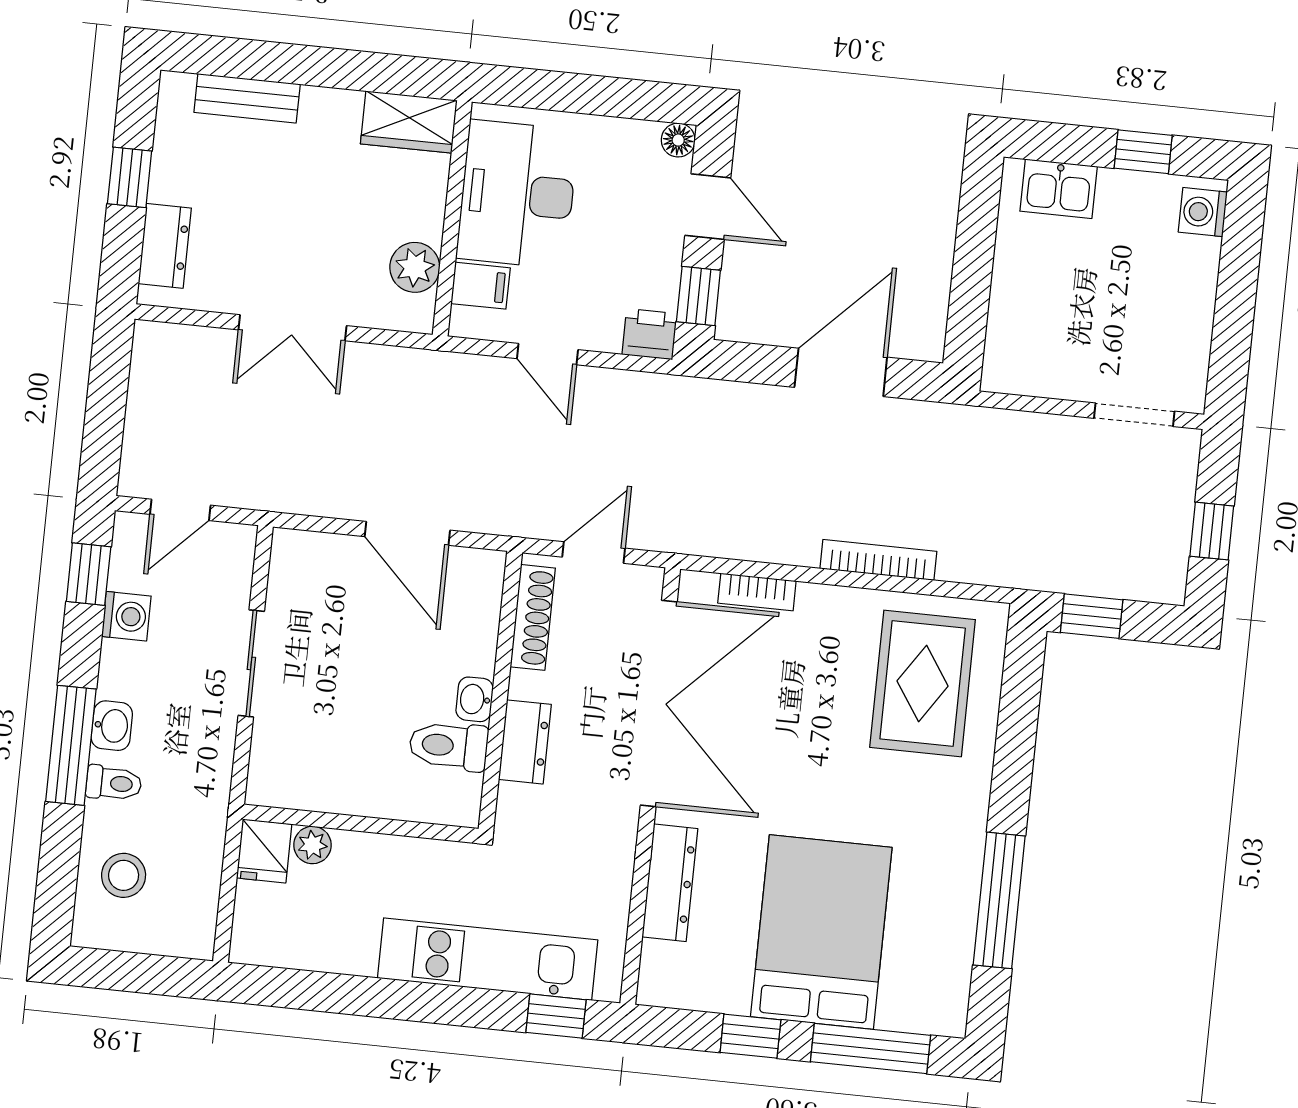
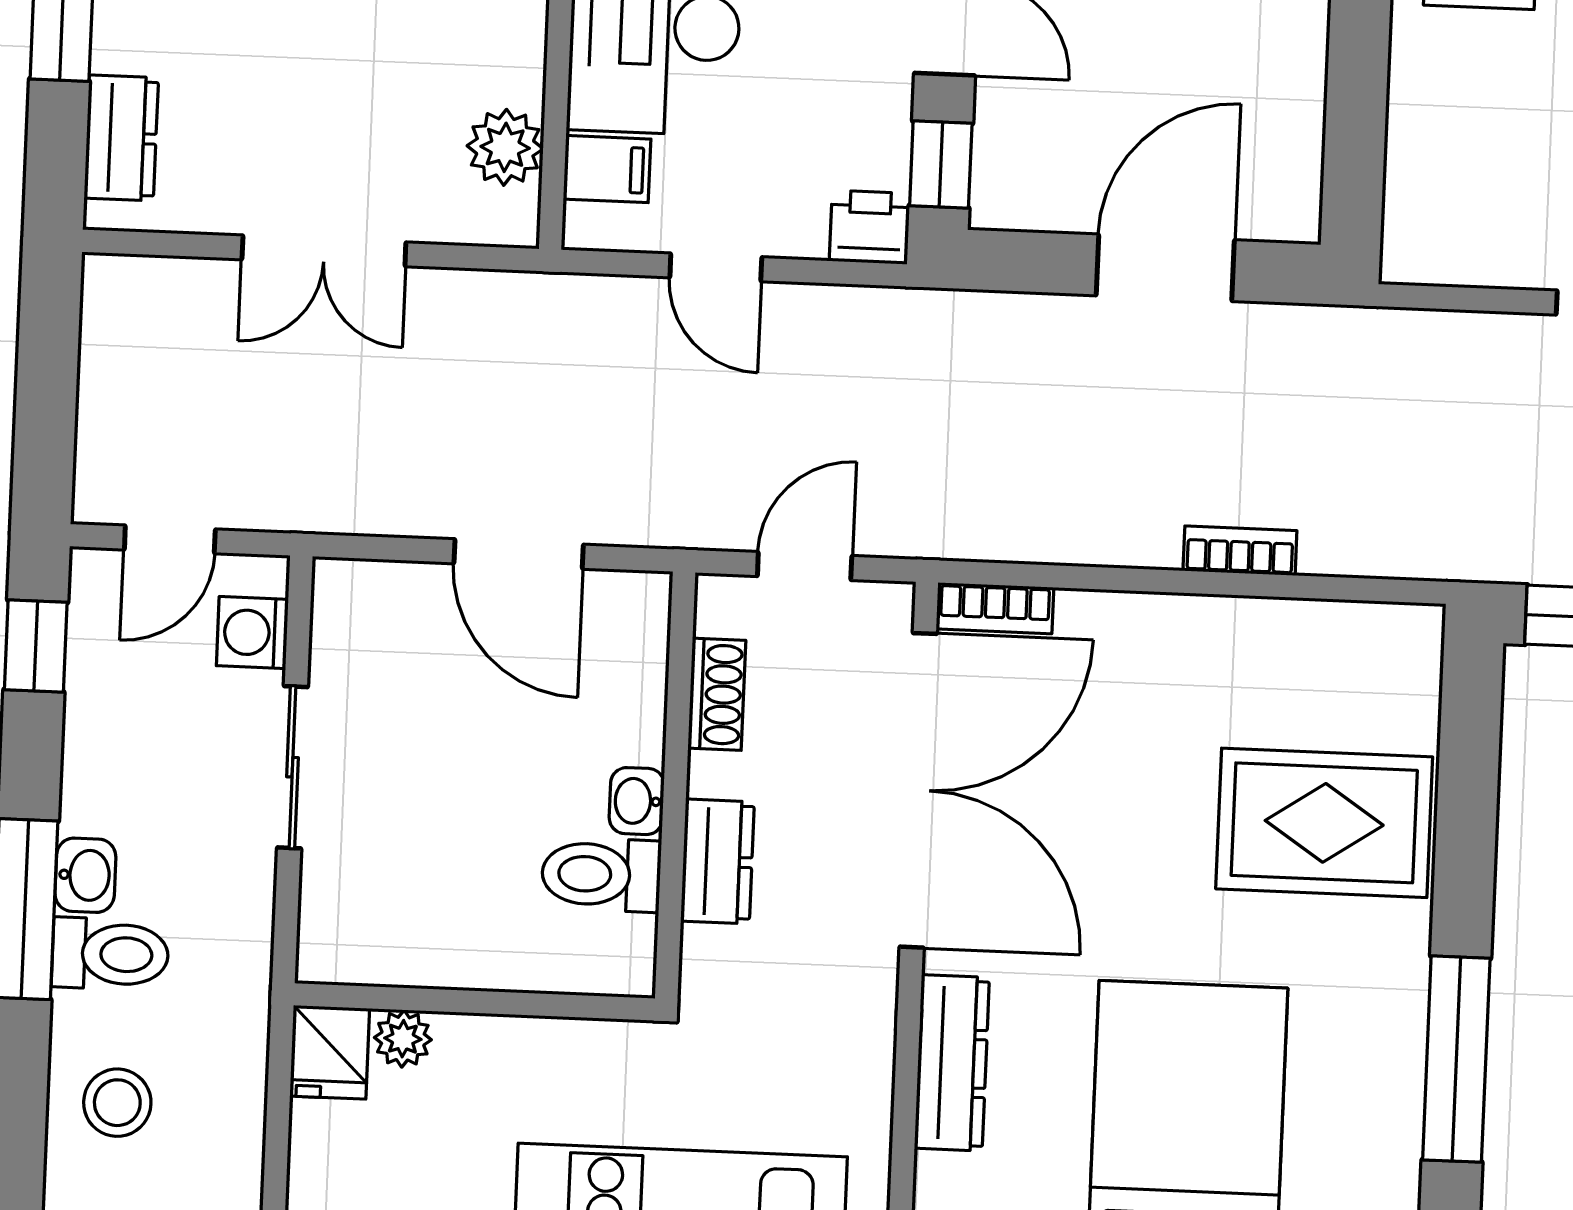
bookcase: (878, 560) -> (1240, 551), width x0.64
bookcase: (757, 592) -> (995, 608), moved
washing machine: (126, 616) -> (252, 633), moved, turned 180
shoe rack: (533, 617) -> (717, 694), width x0.70
rug: (923, 684) -> (1324, 823), moved, turned 90
toilet: (114, 783) -> (110, 954), width x1.37, depth x1.39

